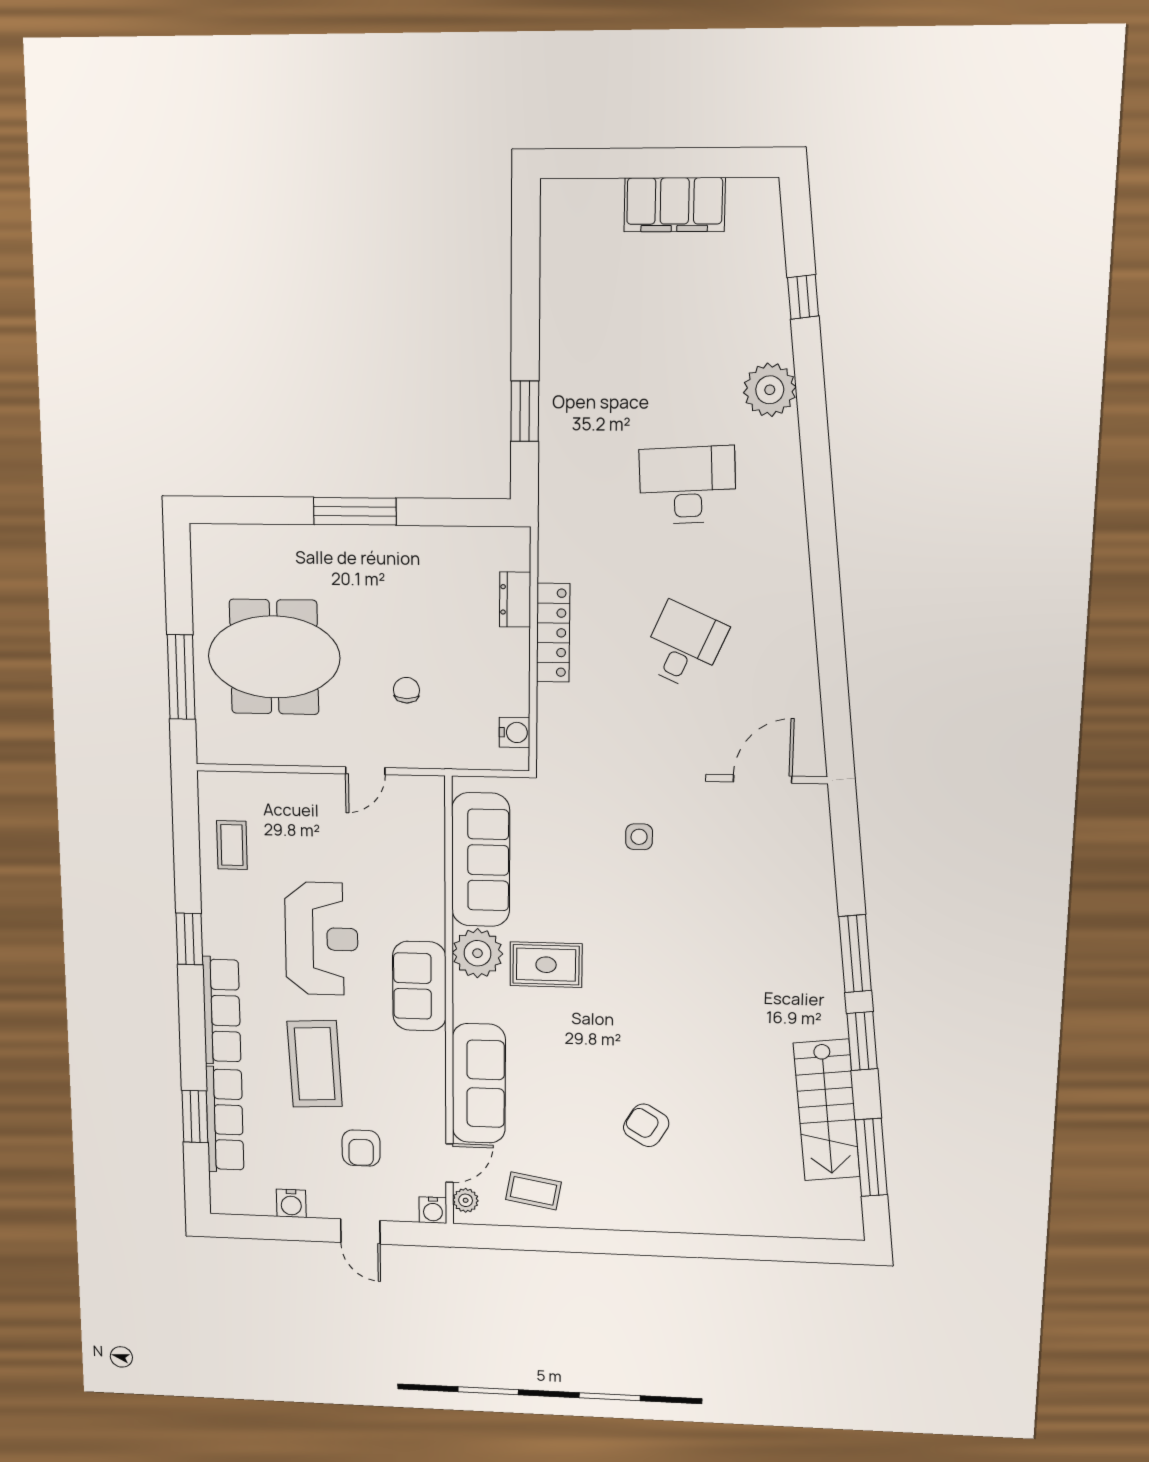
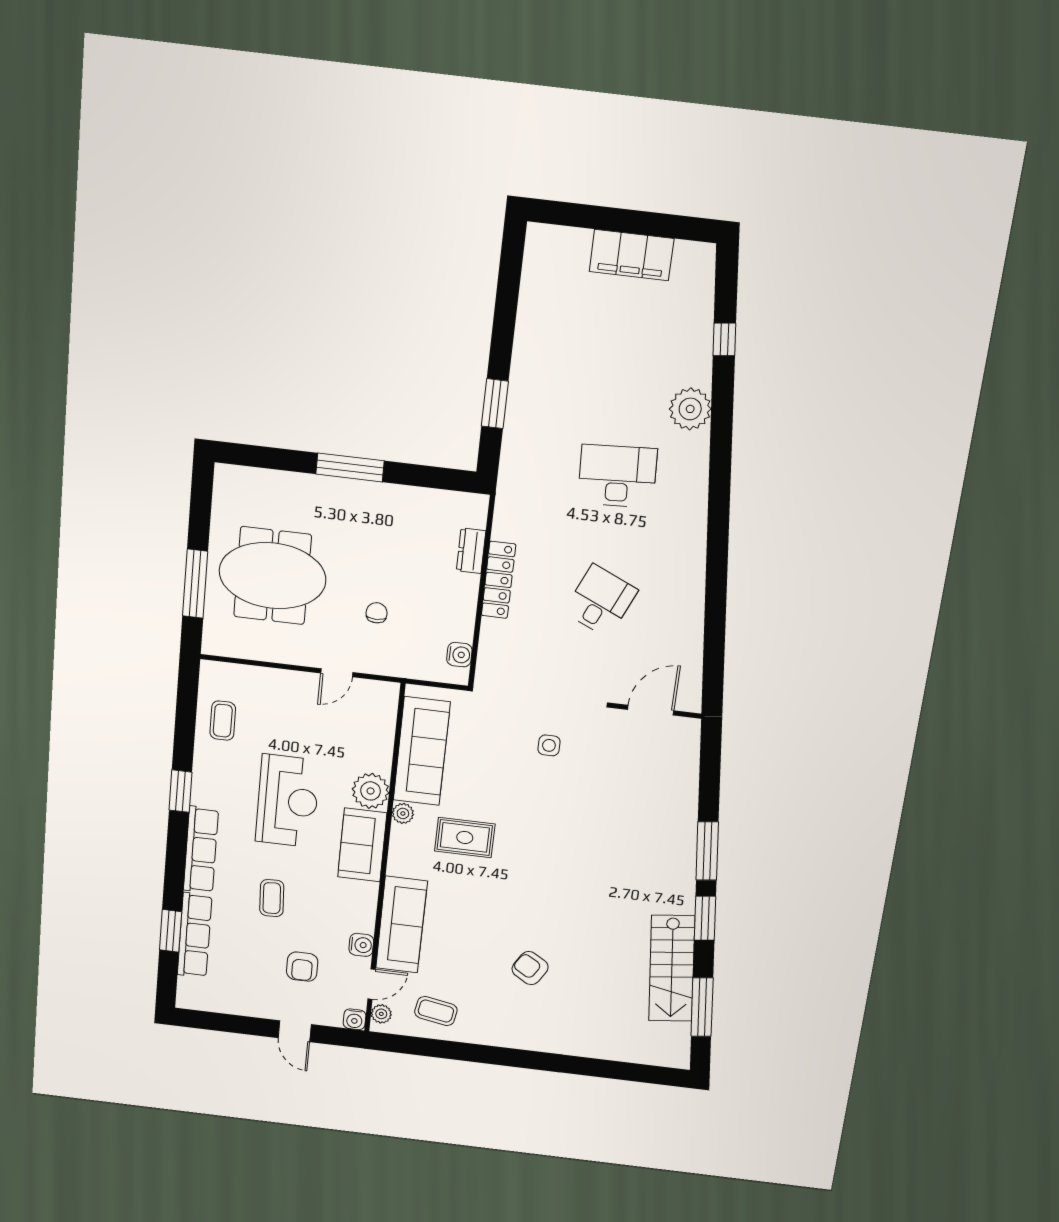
plant: (422, 916) -> (371, 791), added
plant: (478, 953) -> (403, 813), width x0.53, depth x0.53
coffee table: (315, 1064) -> (272, 898), width x0.54, depth x0.58
water cooler: (291, 1203) -> (361, 945), moved, turned -90

